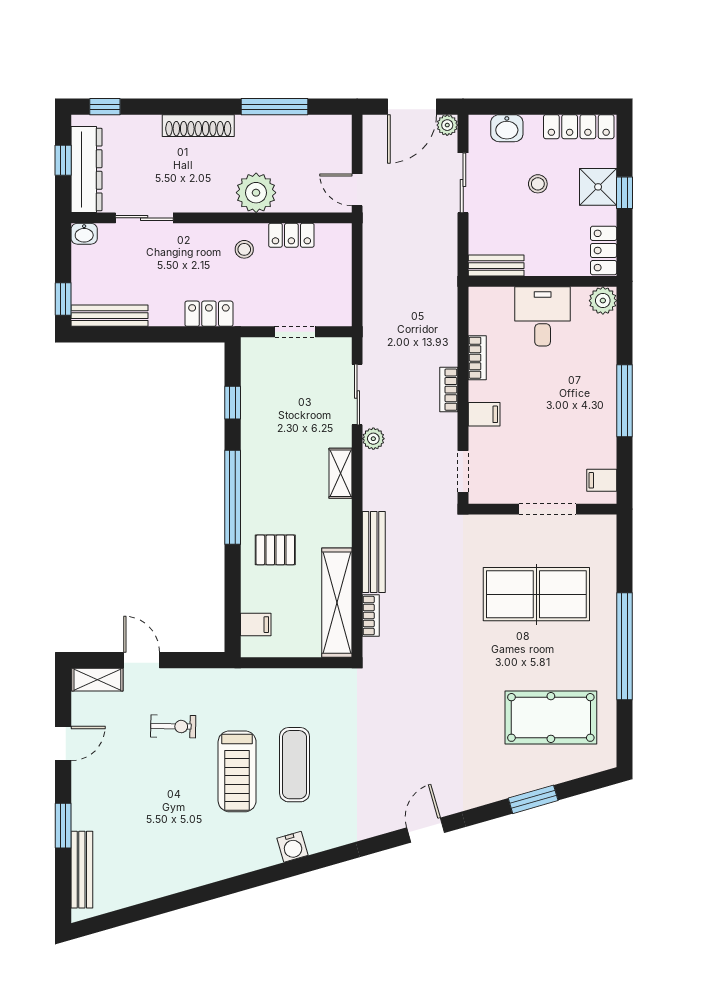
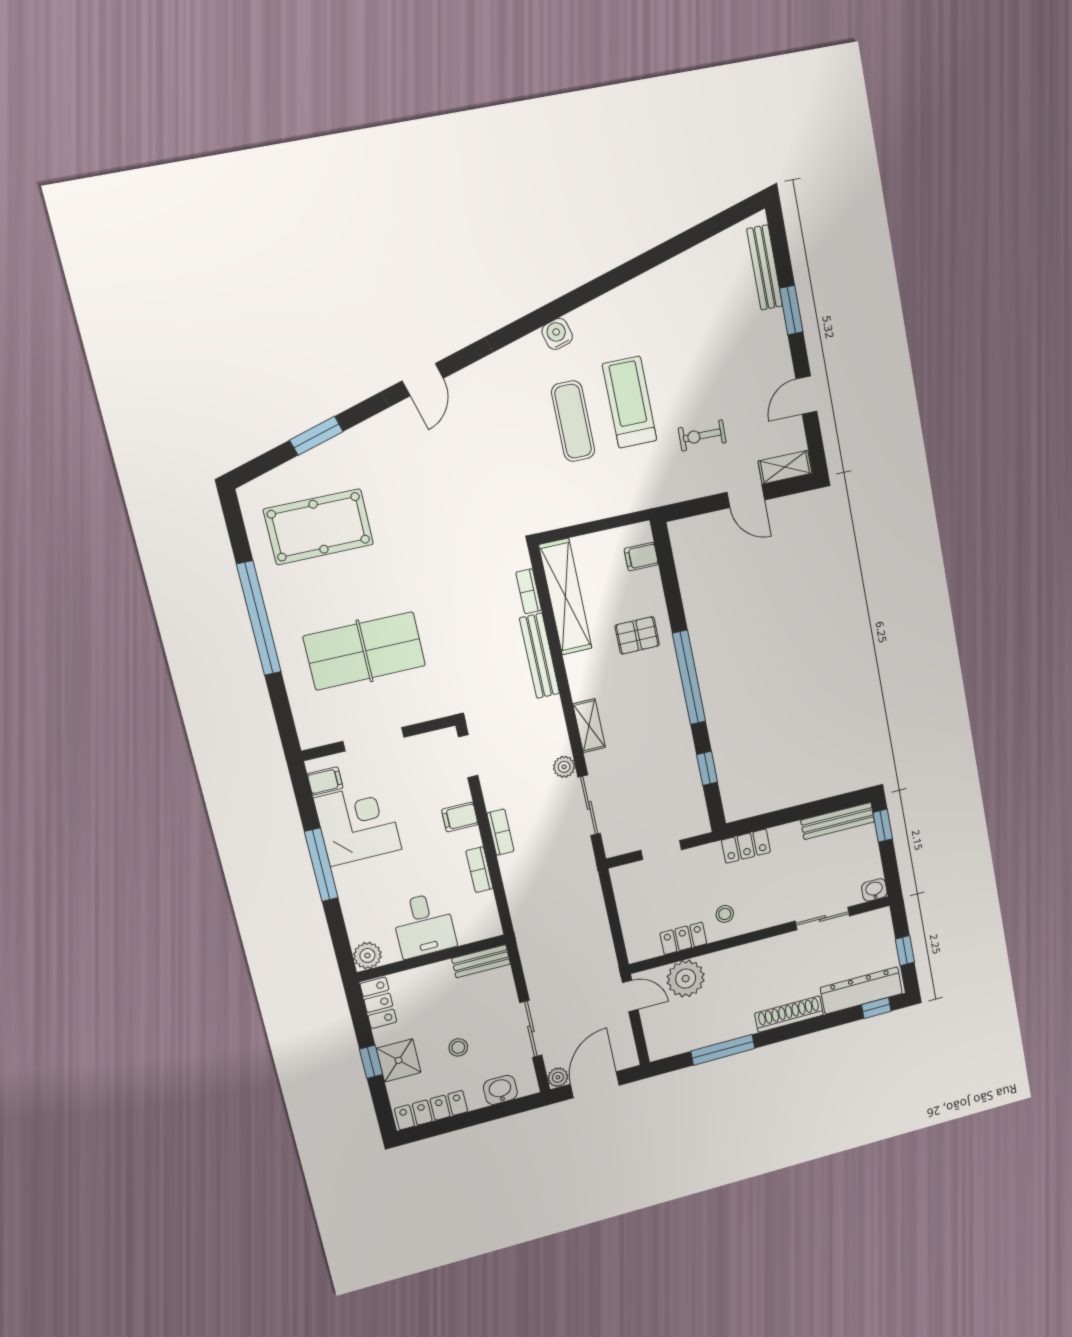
dresser: (86, 170) -> (861, 990), moved, turned 90
plant: (256, 193) -> (686, 979), moved
corner desk: (581, 432) -> (358, 824), added

